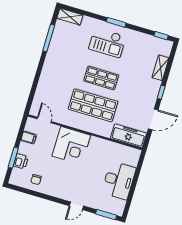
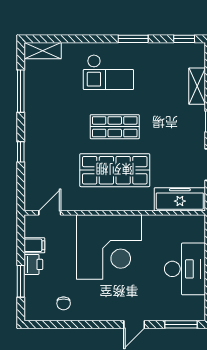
window: (116, 22) -> (133, 39), moved
window: (37, 76) -> (21, 152), added
door: (44, 120) -> (50, 213), hinge flipped
corner desk: (71, 146) -> (109, 247), width x1.36, depth x1.36
printer: (21, 161) -> (33, 264), moved

